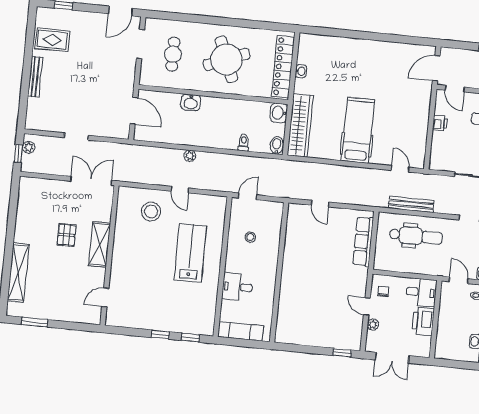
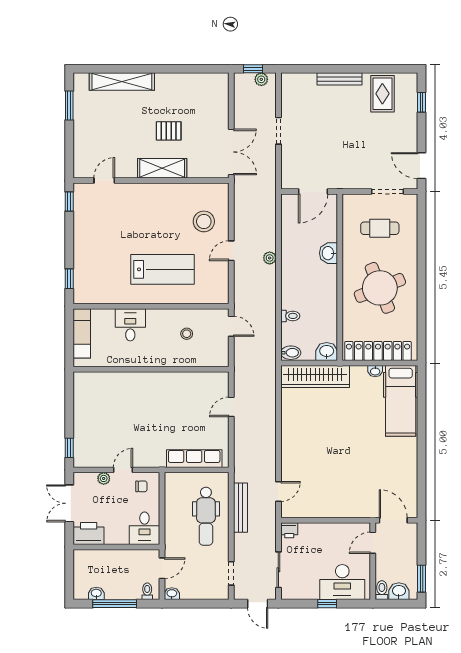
printer: (440, 123) -> (289, 530), moved
hospital bed: (358, 130) -> (401, 401), moved, turned 90
door: (105, 297) -> (104, 180), hinge flipped
printer: (423, 321) -> (89, 534), moved
window: (160, 335) -> (69, 201), moved

